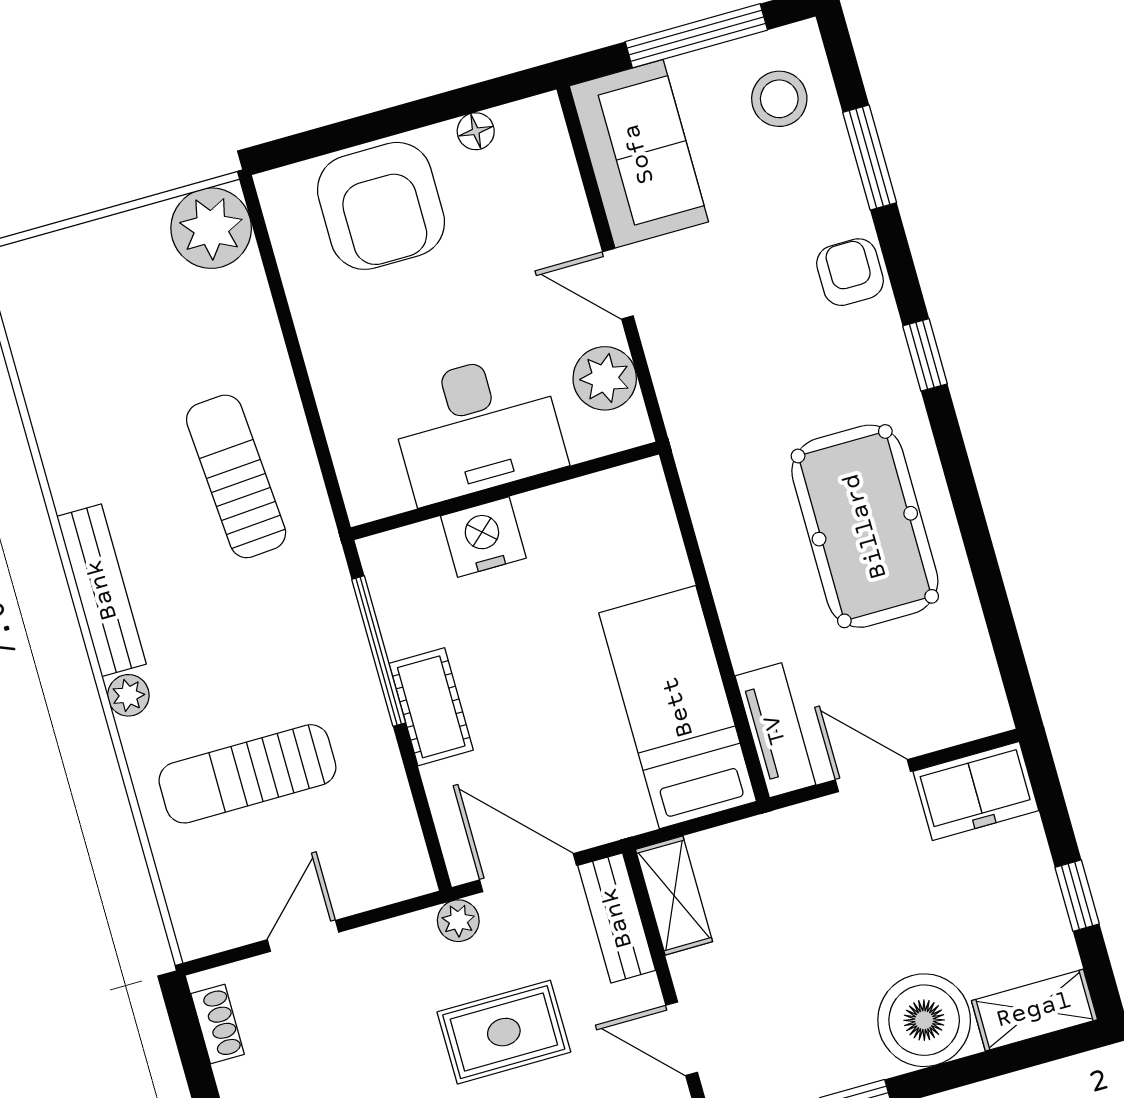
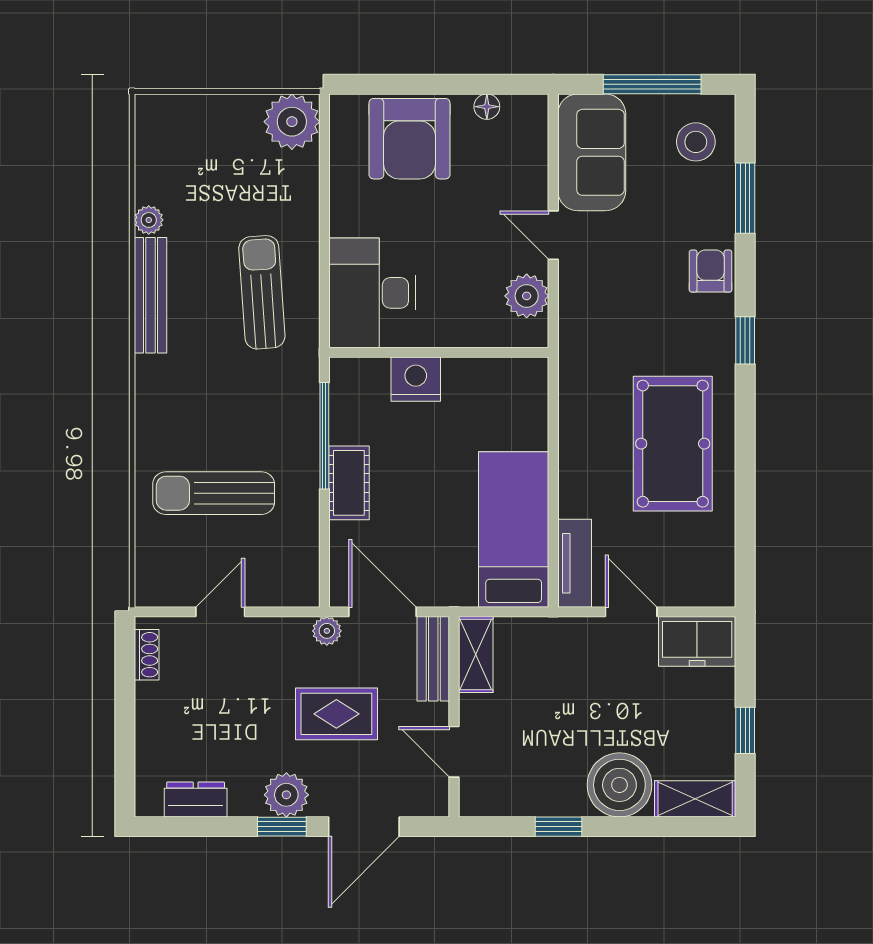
desk: (477, 427) -> (372, 293), moved, turned 90
bench: (102, 590) -> (151, 295), moved
plant: (128, 695) -> (149, 220), moved

